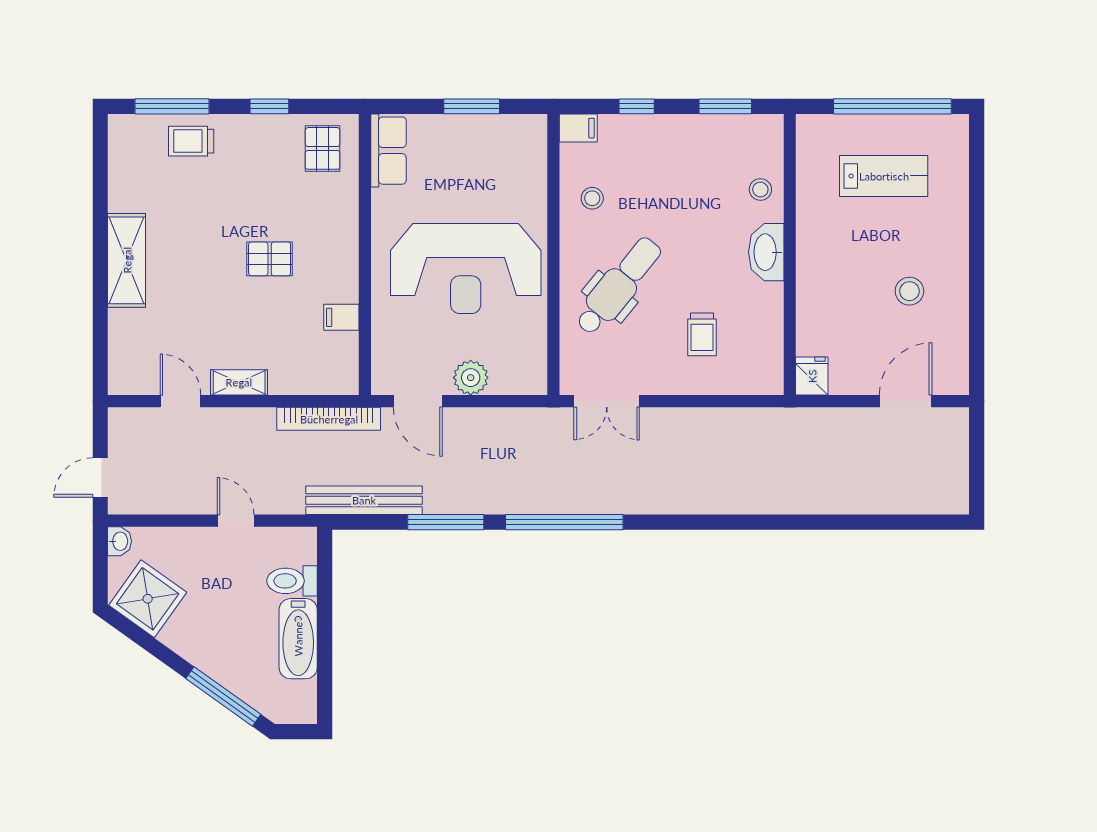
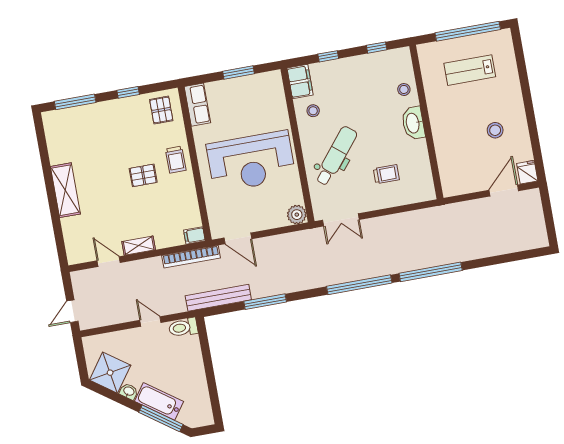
window: (725, 106) -> (377, 48), width x0.67
filing cabinet: (578, 128) -> (300, 82), width x2.00
trolley: (191, 141) -> (176, 160), moved, turned -90
lab bench: (884, 176) -> (470, 70), turned 180
filing cabinet: (341, 317) -> (194, 235), moved
trolley: (702, 334) -> (386, 174), turned -90
fridge: (812, 376) -> (527, 172), moved
plant: (471, 378) -> (297, 215), moved
window: (564, 522) -> (359, 285), moved
window: (750, 522) -> (431, 272), added
washbasin: (120, 541) -> (129, 391), moved, turned -54
toilet: (292, 581) -> (183, 327), moved
bathtub: (298, 639) -> (159, 401), moved, turned 126

